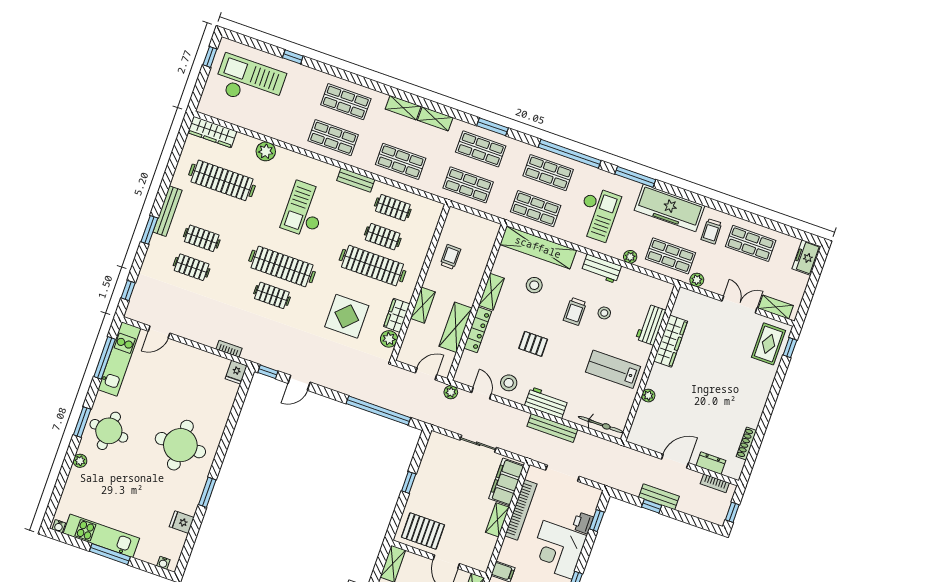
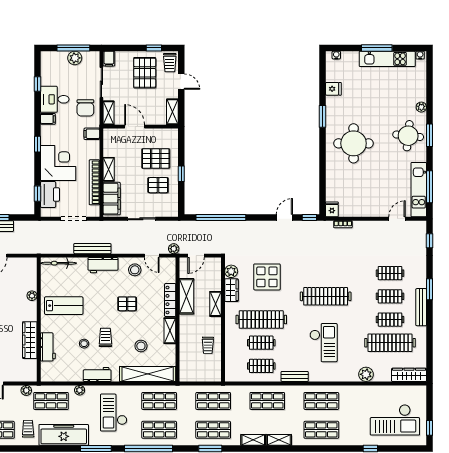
clothes rail: (272, 295) -> (390, 320), moved
pallet: (443, 478) -> (158, 185), added
printer: (583, 523) -> (50, 195), width x1.87, depth x1.48
pallet: (423, 531) -> (156, 159), moved

